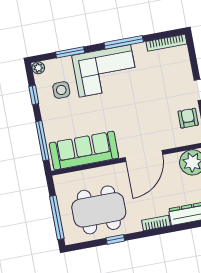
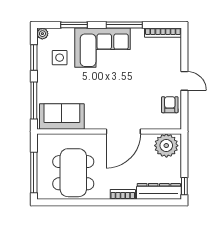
window: (34, 95) -> (34, 58), width x1.50
sofa: (84, 151) -> (62, 116), width x0.73
dining table: (99, 210) -> (73, 173), turned 90
window: (115, 239) -> (83, 202), removed

